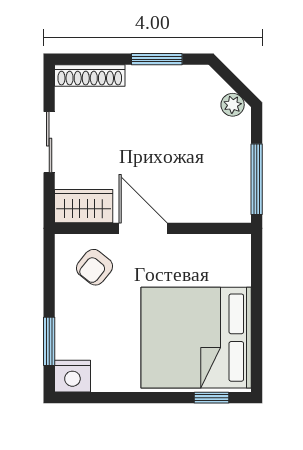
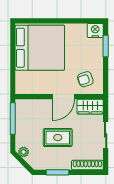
rug: (156, 137) -> (58, 138), added
door: (143, 228) -> (64, 97), hinge flipped
armchair: (94, 267) -> (85, 79), turned -148
window: (211, 398) -> (33, 21), removed

